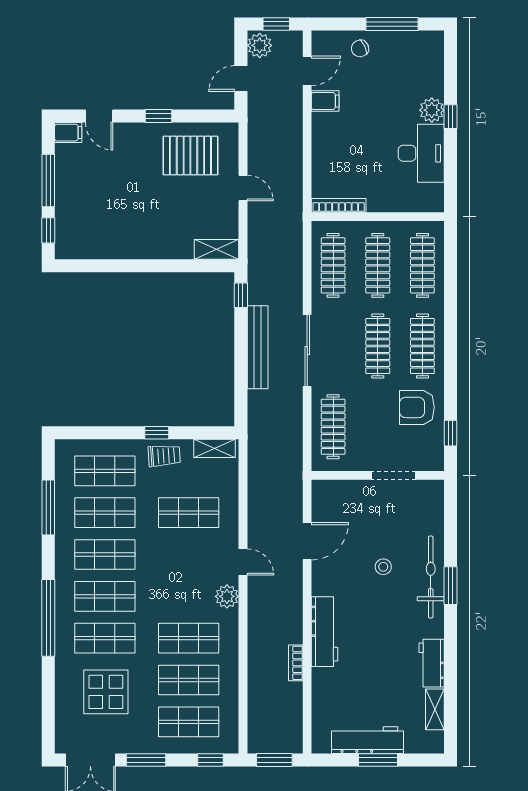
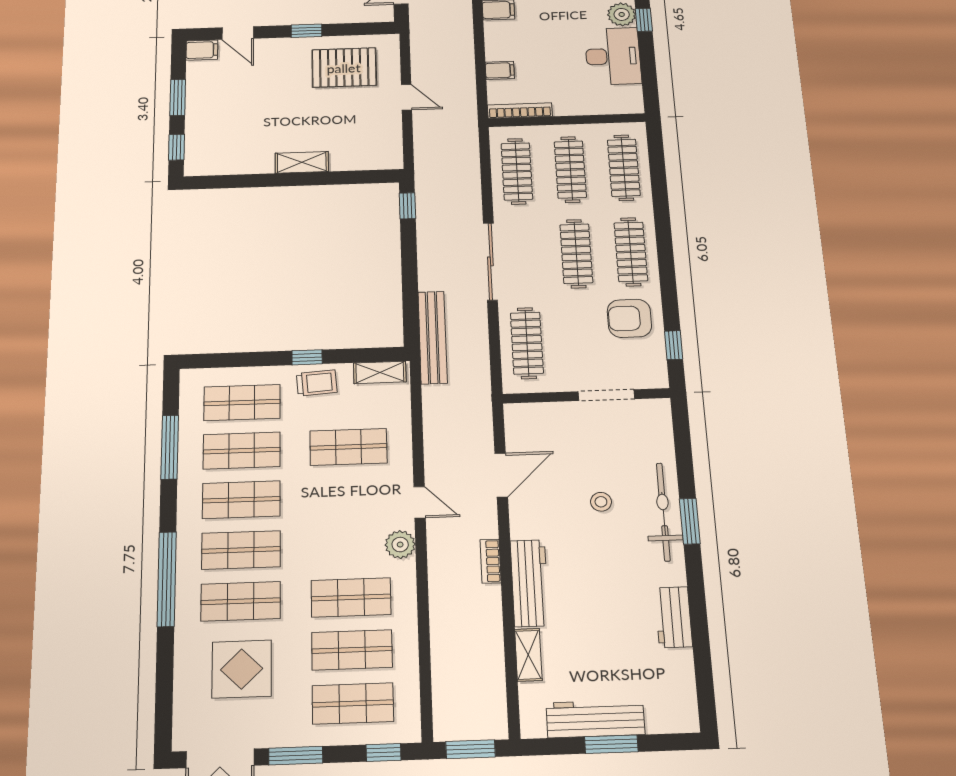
filing cabinet: (324, 164) -> (500, 70), added
window: (48, 180) -> (178, 97), width x0.69
shelving: (217, 249) -> (302, 162), moved
bench: (258, 347) -> (433, 337), moved
bookcase: (296, 663) -> (491, 561), moved
shelving: (435, 709) -> (528, 655), moved

